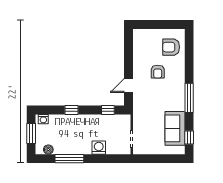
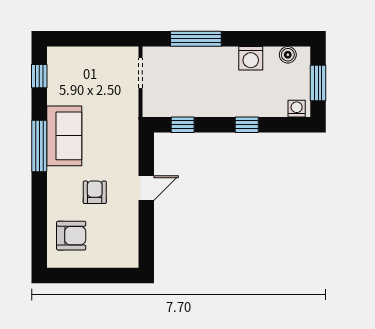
door: (129, 85) -> (146, 188), moved
sofa: (175, 128) -> (64, 136), moved
washing machine: (99, 148) -> (251, 58), moved
window: (69, 159) -> (196, 39), moved

